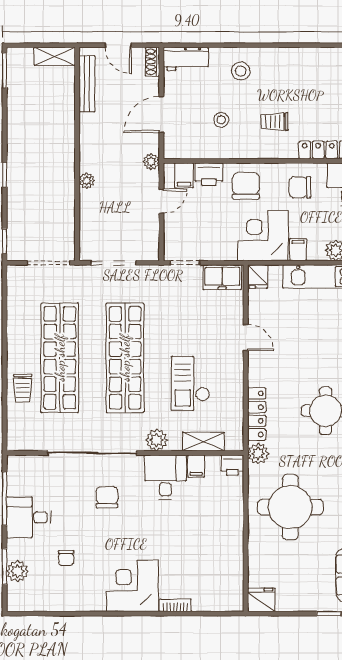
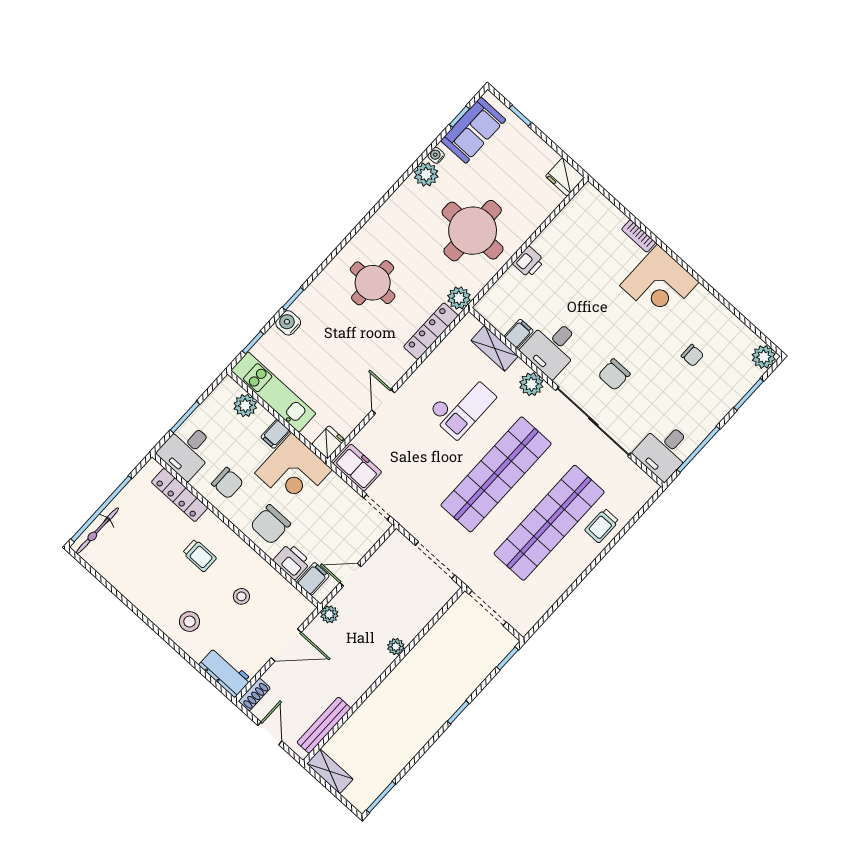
trolley: (23, 388) -> (602, 526), turned 180
printer: (232, 465) -> (529, 262), moved, turned 90
desk: (29, 517) -> (664, 450), moved, turned 90
chair: (66, 558) -> (692, 355), turned 90
plant: (17, 571) -> (764, 357), moved

